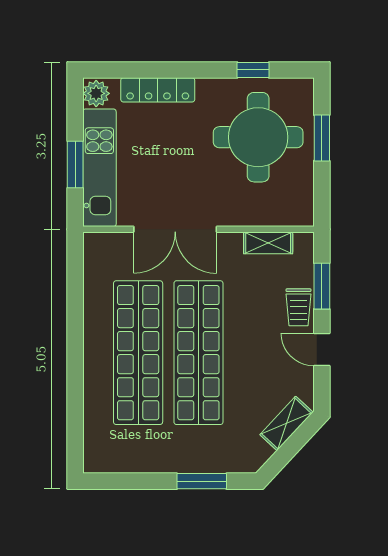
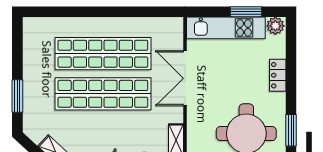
window: (253, 70) -> (291, 130), width x1.50
locker: (158, 90) -> (278, 75), width x0.66
window: (75, 165) -> (246, 12), moved

